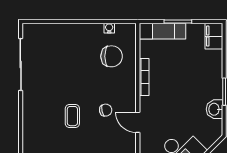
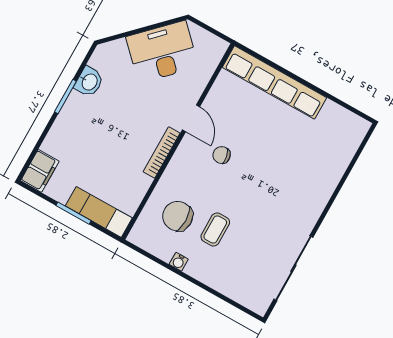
water cooler: (109, 28) -> (179, 262), moved
bookcase: (144, 77) -> (162, 152), moved
coffee table: (72, 116) -> (215, 229), moved

